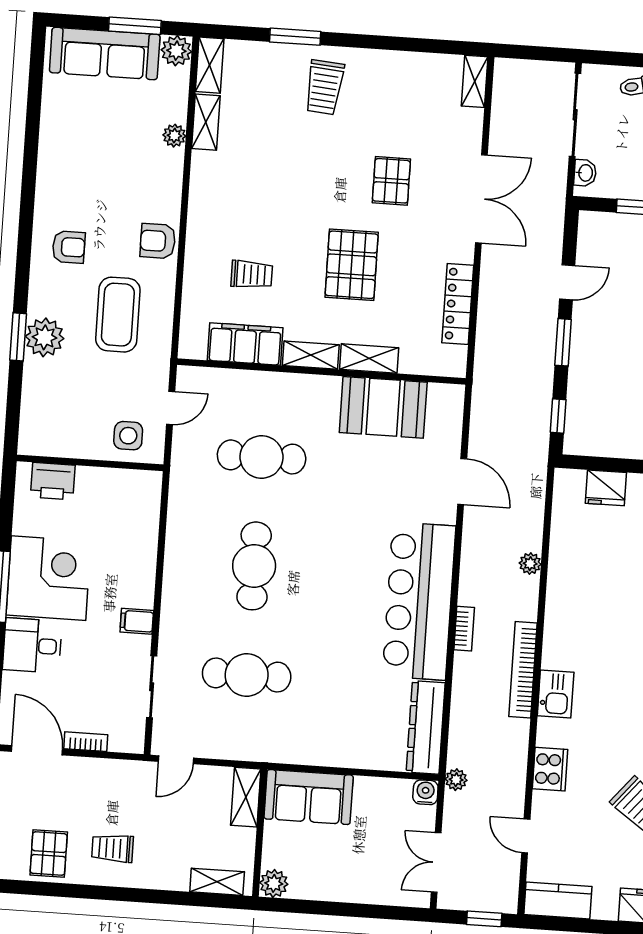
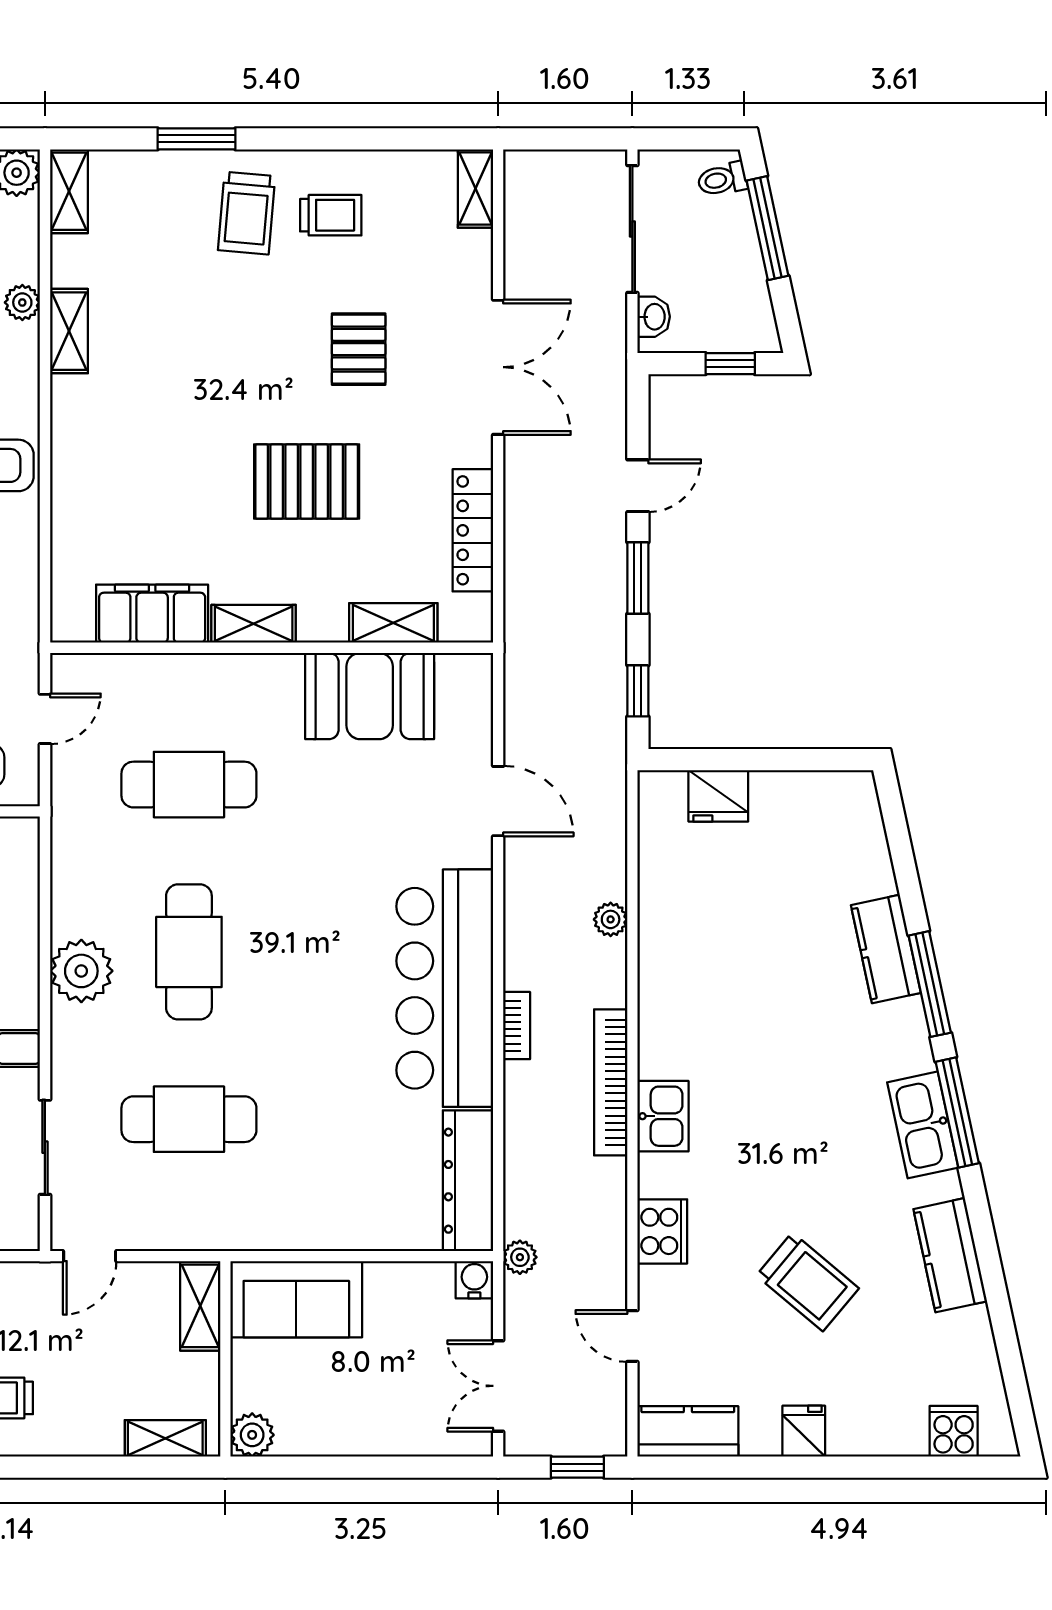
shelving: (206, 122) -> (69, 331), moved
pallet: (352, 265) -> (307, 482), turned 90
trolley: (252, 274) -> (331, 215), moved
shelving: (369, 358) -> (393, 623), moved
plant: (183, 574) -> (81, 971), added

